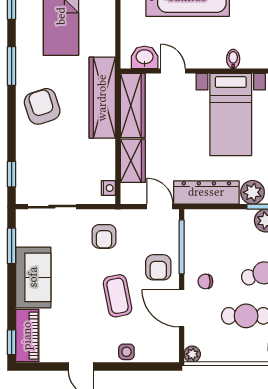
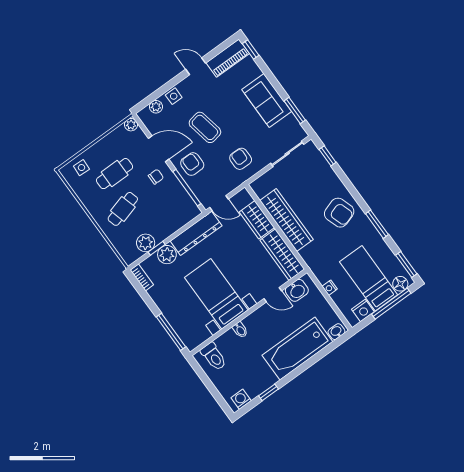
wardrobe: (102, 98) -> (286, 220), moved
nightstand: (108, 188) -> (330, 288), moved
piano: (27, 336) -> (228, 58), moved, turned -90
plant: (153, 354) -> (156, 107), added

